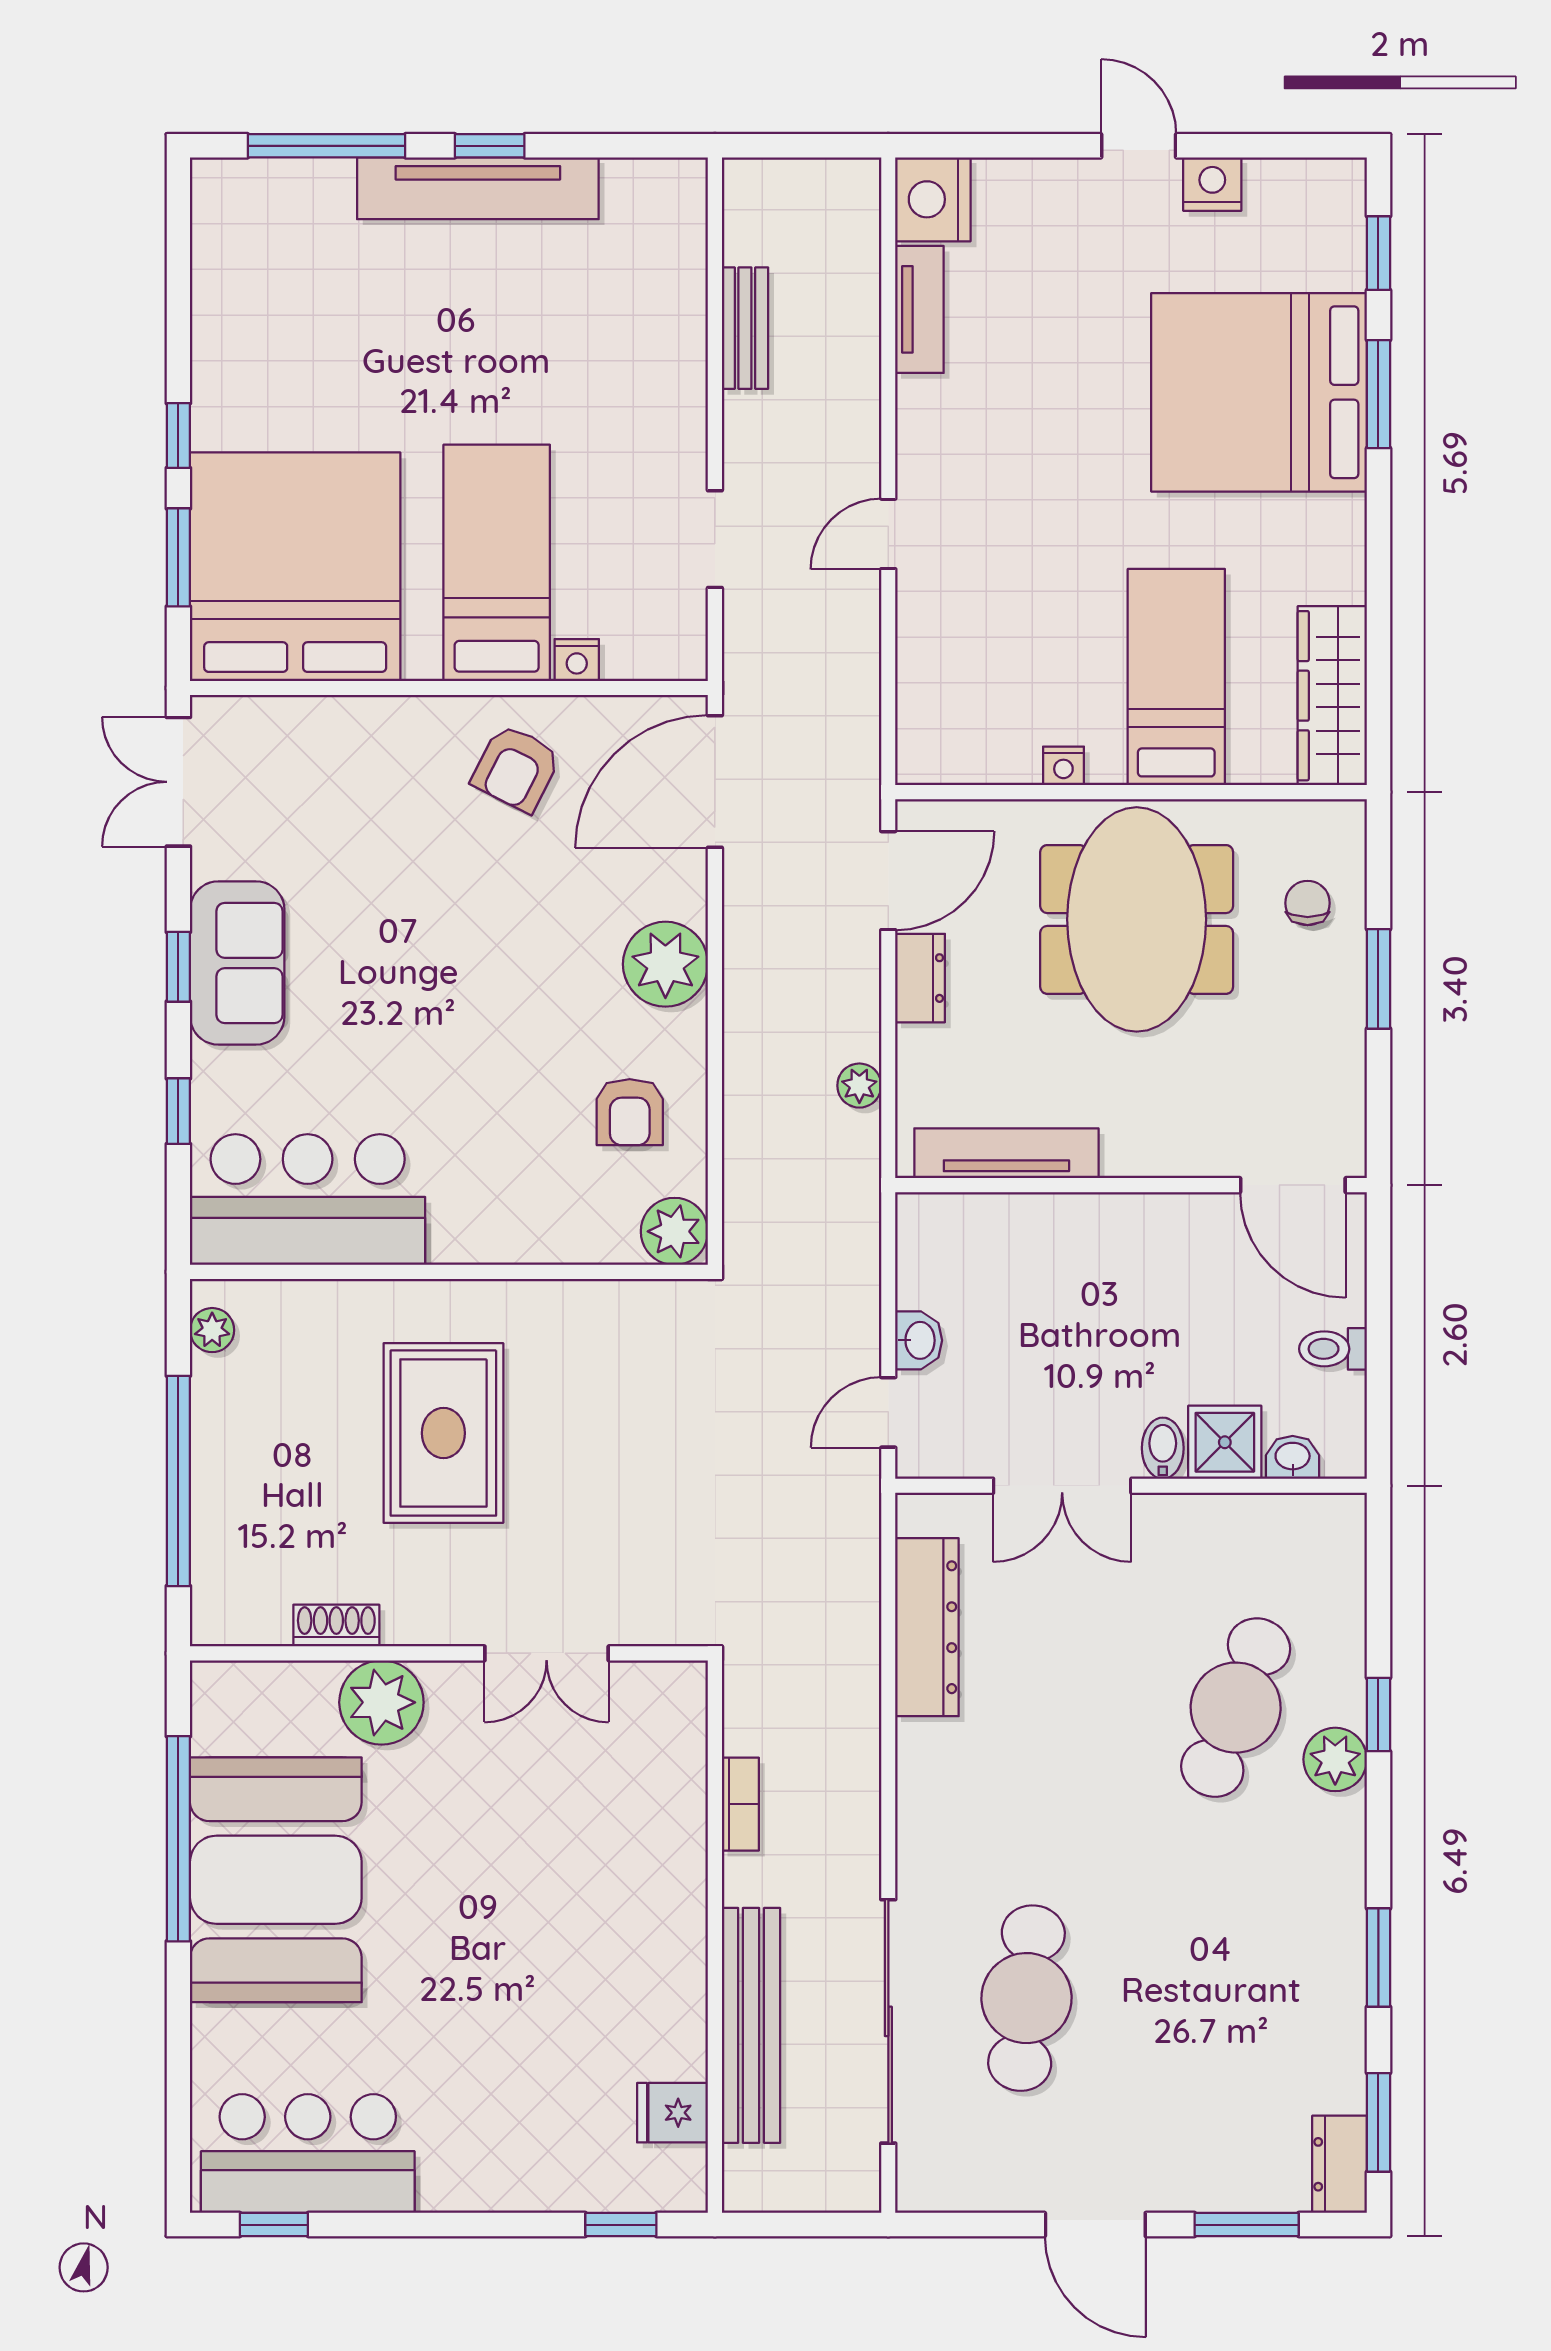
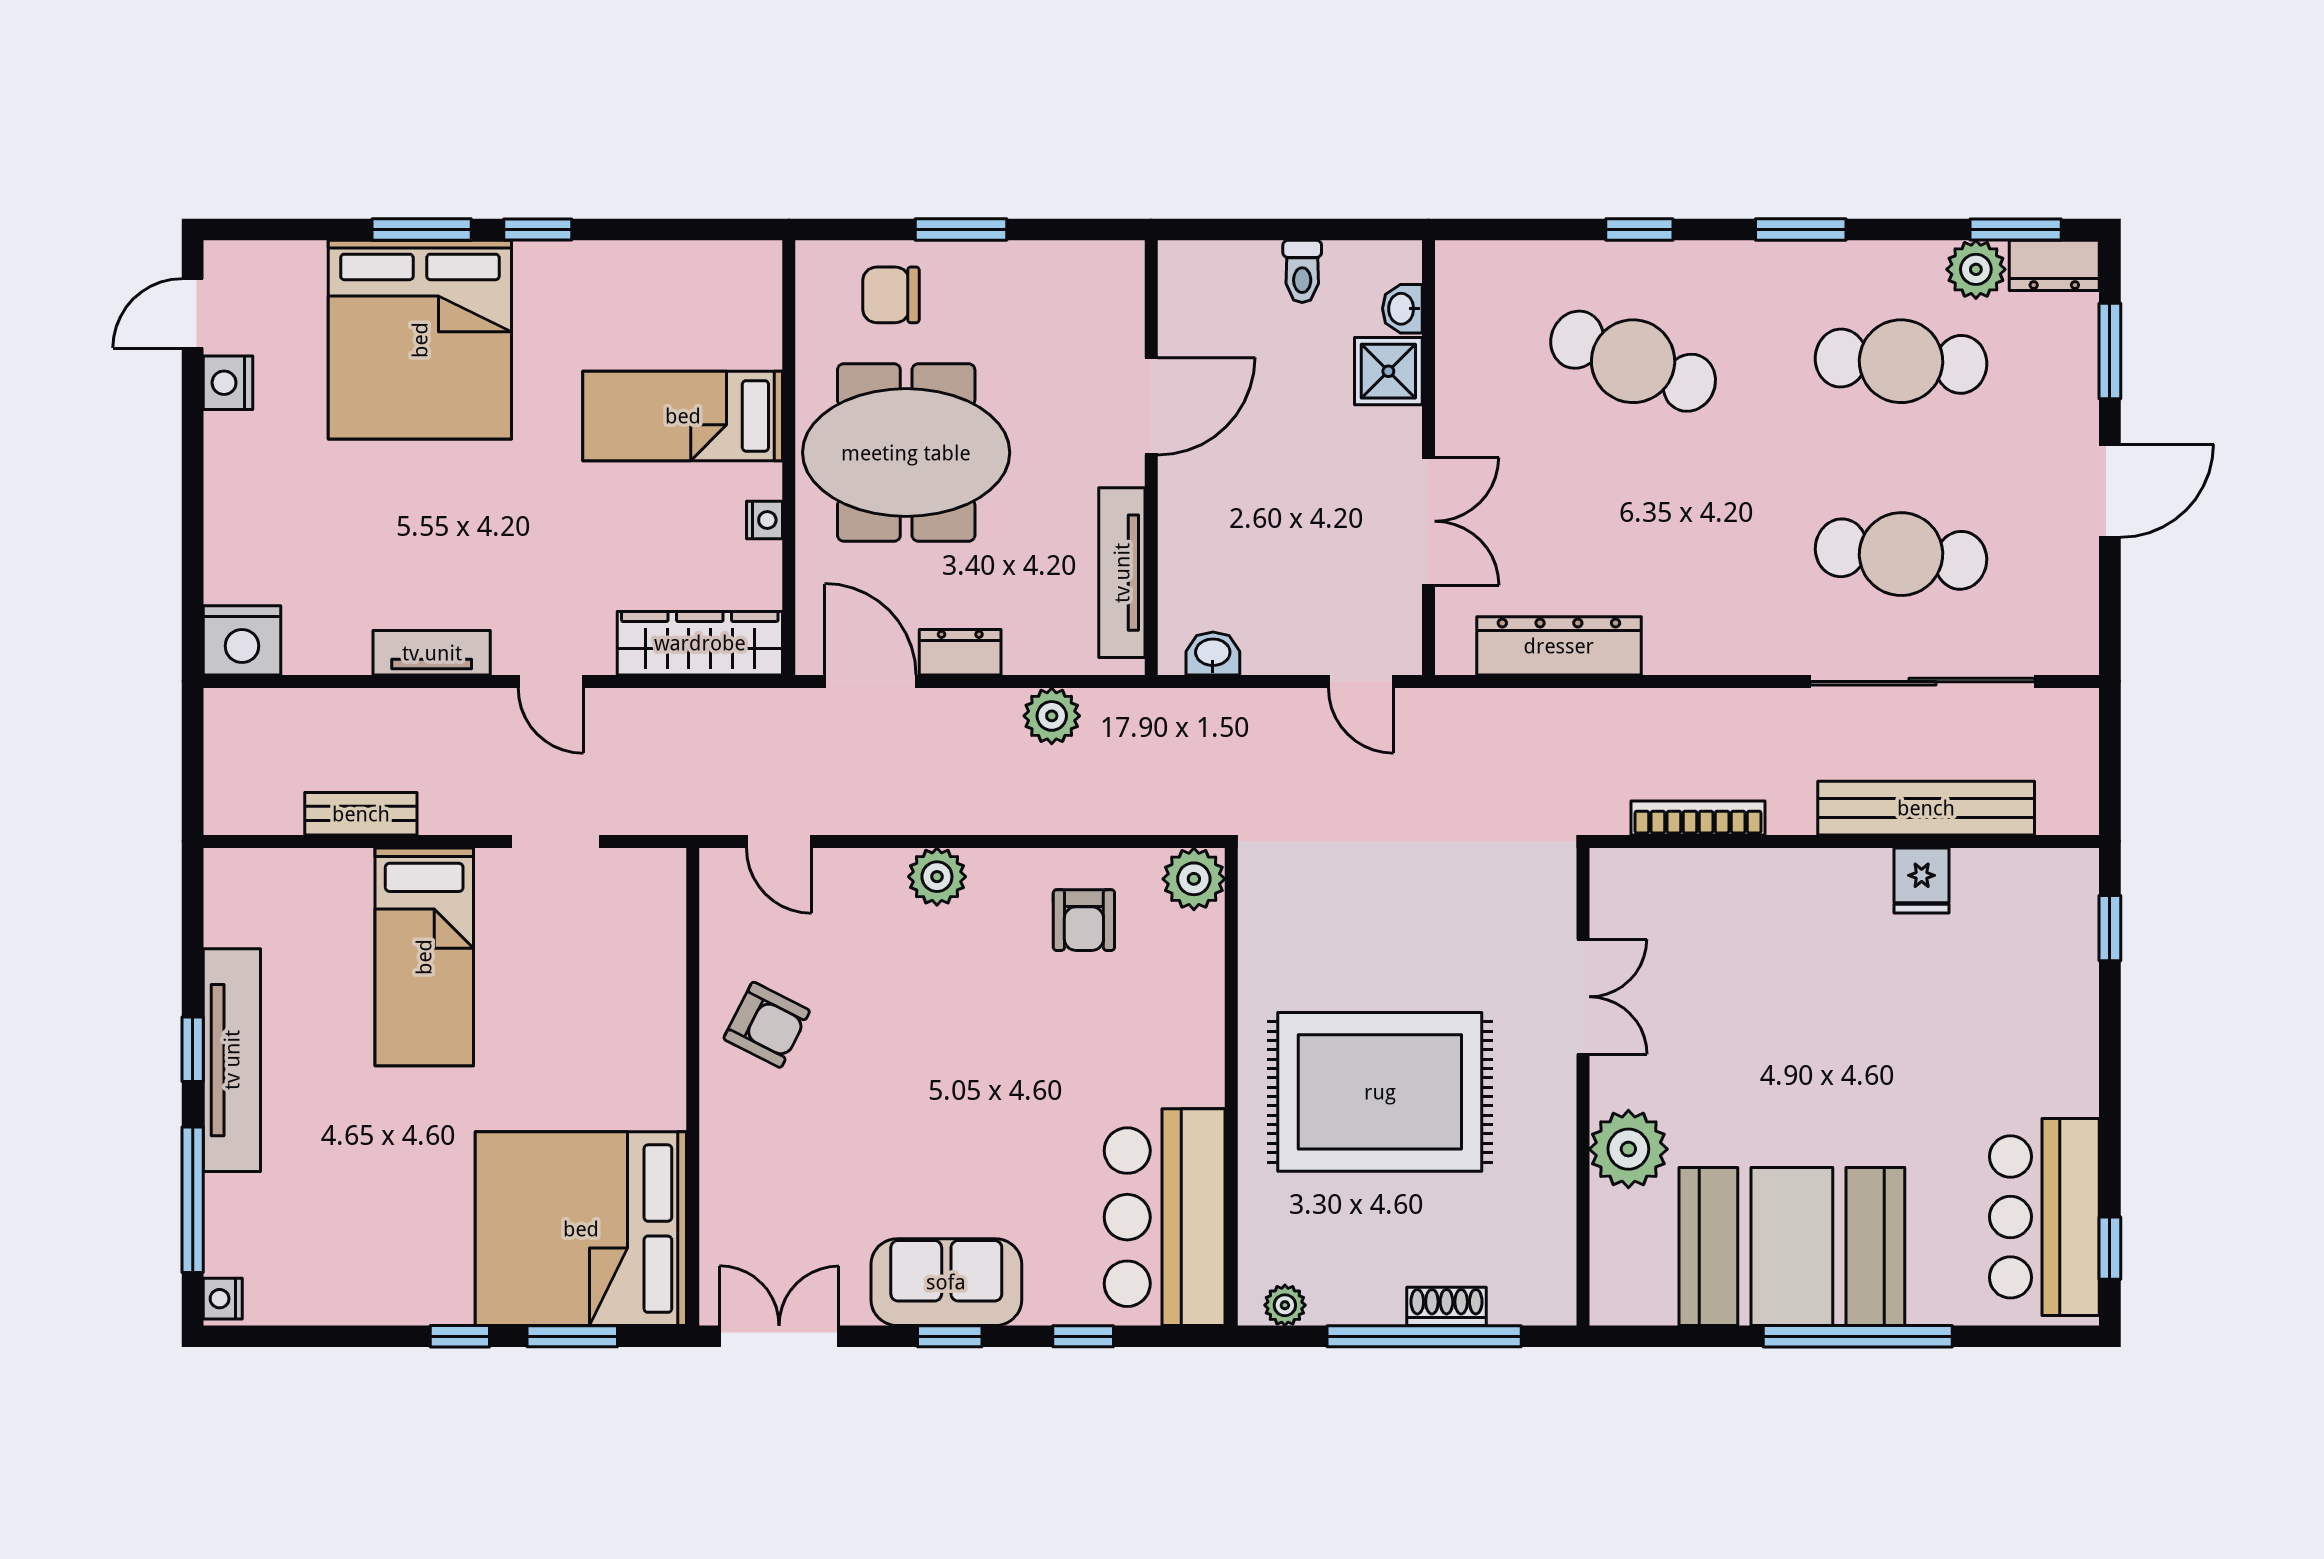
door: (1139, 146) -> (193, 313), moved
window: (1378, 253) -> (538, 229), moved
tv unit: (919, 309) -> (432, 653), moved
bed: (497, 563) -> (424, 957), moved, turned -90
nightstand: (577, 660) -> (223, 1299), moved, turned 180
wardrobe: (1332, 696) -> (700, 643), moved, turned 180
double door: (178, 782) -> (779, 1336), swing flipped
door: (715, 782) -> (779, 842), width x0.53
chair: (1308, 903) -> (891, 295), width x1.37, depth x1.37
plant: (665, 964) -> (937, 877), width x0.73, depth x0.73
plant: (859, 1086) -> (1052, 716), width x1.38, depth x1.38
armchair: (630, 1112) -> (1084, 920), turned 90
door: (1293, 1185) -> (1151, 406), moved
washbasin: (919, 1340) -> (1213, 654), moved
rug: (443, 1433) -> (1380, 1092), width x1.37, depth x1.44
bidet: (1163, 1448) -> (1394, 428), removed
shoe rack: (336, 1626) -> (1447, 1306), moved, turned 90
plant: (1335, 1759) -> (1976, 269), moved
bookcase: (740, 1804) -> (1698, 818), width x1.56
window: (178, 1839) -> (1858, 1336), moved
window: (1378, 1958) -> (1801, 229), moved
cafe table: (1236, 1998) -> (1901, 361), added
fridge: (673, 2113) -> (1922, 881), moved

